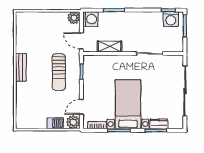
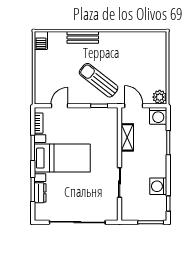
washing machine: (171, 19) -> (158, 186), moved
door: (81, 41) -> (134, 106), hinge flipped
bench: (21, 67) -> (83, 37), moved
sun lounger: (59, 72) -> (99, 80), turned 38
door: (81, 107) -> (59, 106), hinge flipped
plant: (73, 122) -> (42, 96), removed
barbecue: (55, 123) -> (41, 40), moved

